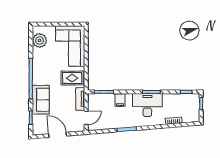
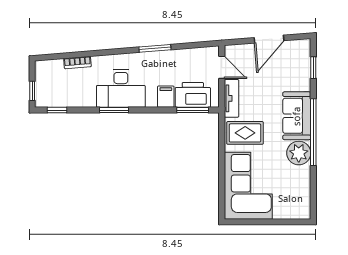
plant: (40, 40) -> (299, 153), moved
sofa: (41, 100) -> (297, 116), moved
printer: (104, 101) -> (193, 95), added
door: (86, 118) -> (222, 67), swing flipped
door: (58, 135) -> (269, 39), hinge flipped

